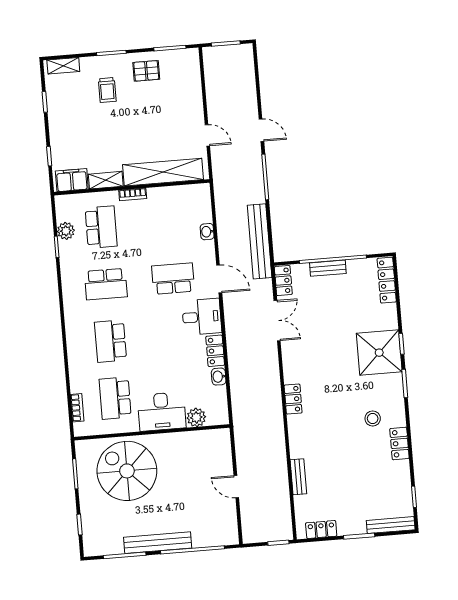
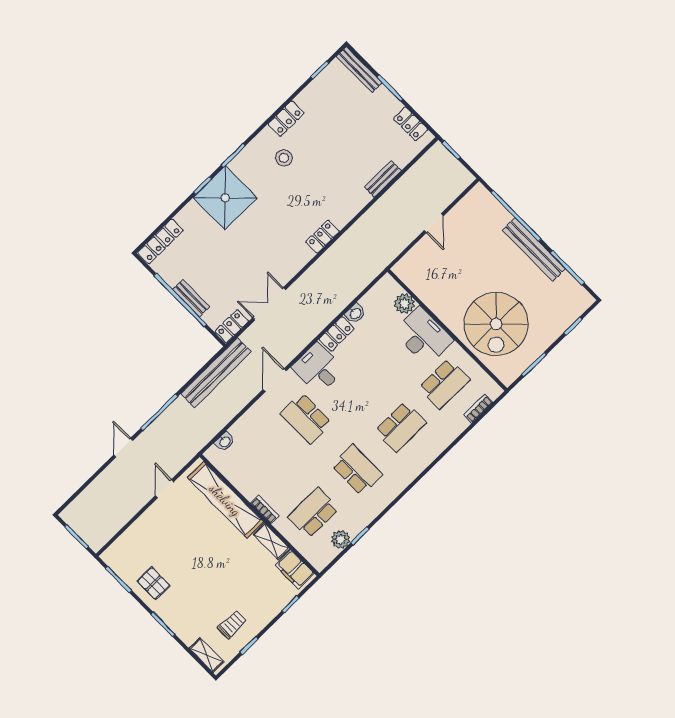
trolley: (107, 90) -> (232, 625), moved
washbasin: (207, 232) -> (225, 442), moved

